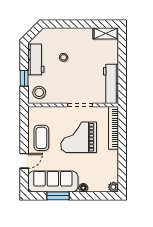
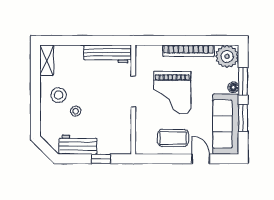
stool: (39, 92) -> (58, 95), moved
bookcase: (114, 128) -> (188, 51), moved
plant: (113, 187) -> (227, 56), width x1.87, depth x1.87
window: (88, 196) -> (243, 81), added

